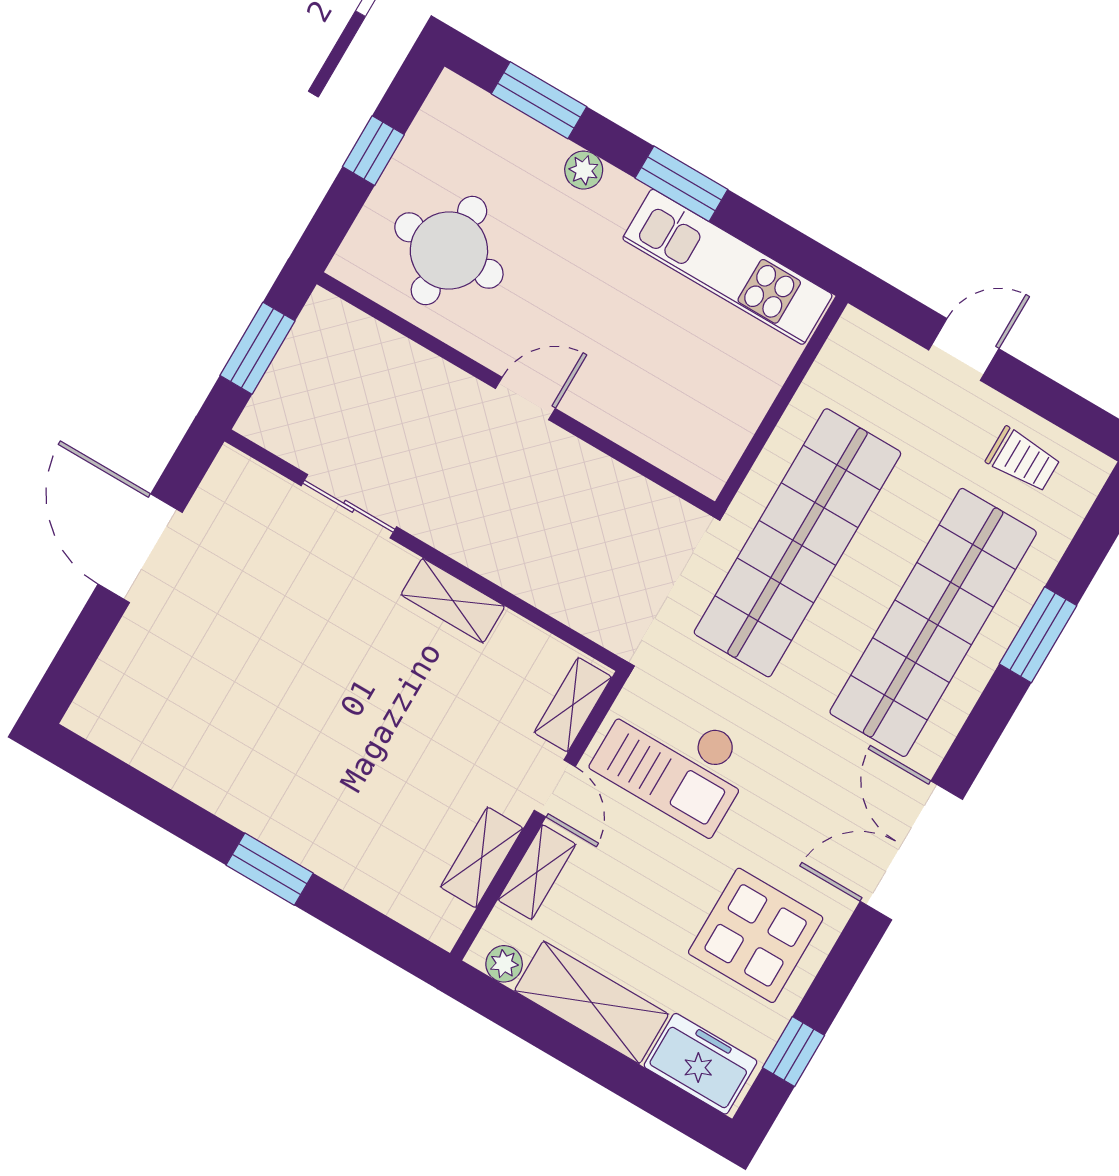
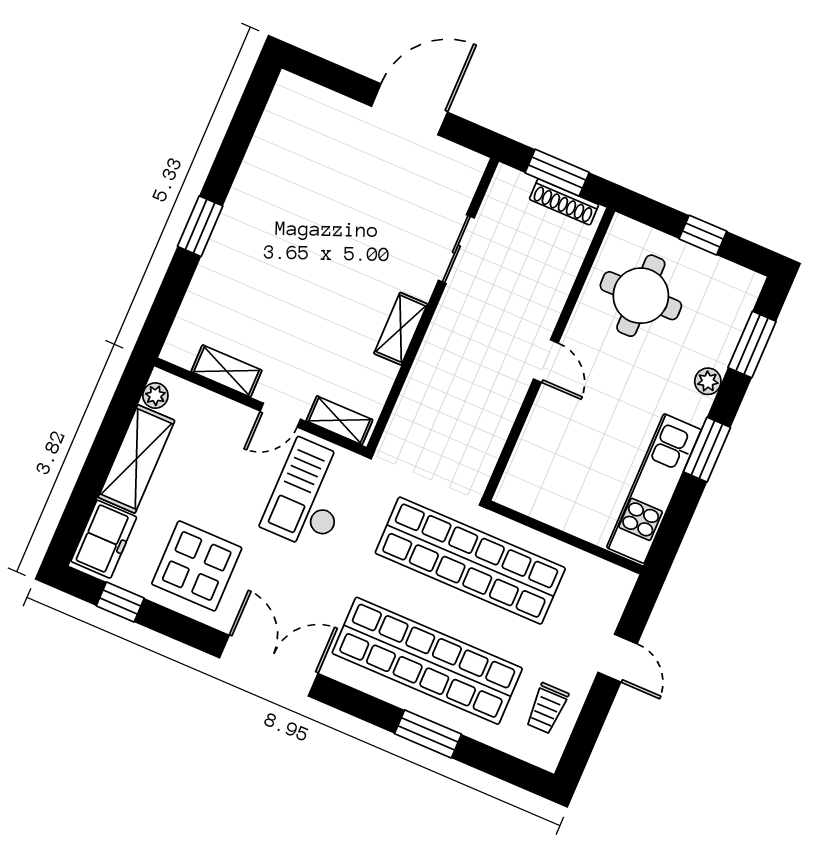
shoe rack: (301, 344) -> (564, 202), added
shelving: (537, 872) -> (221, 410), removed

